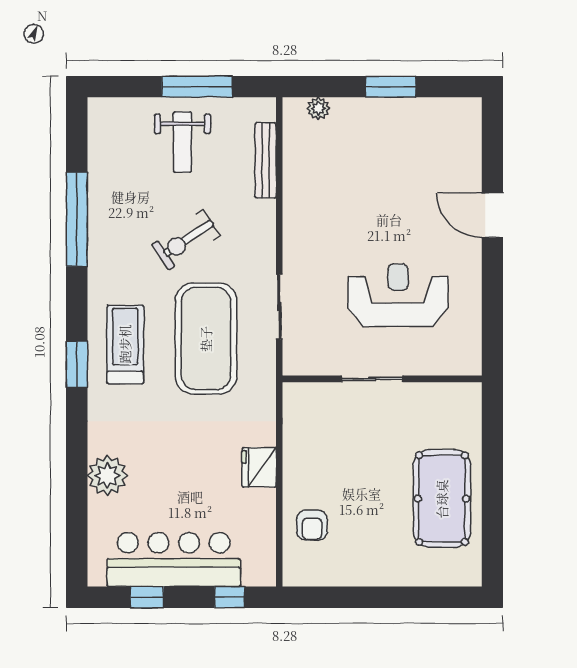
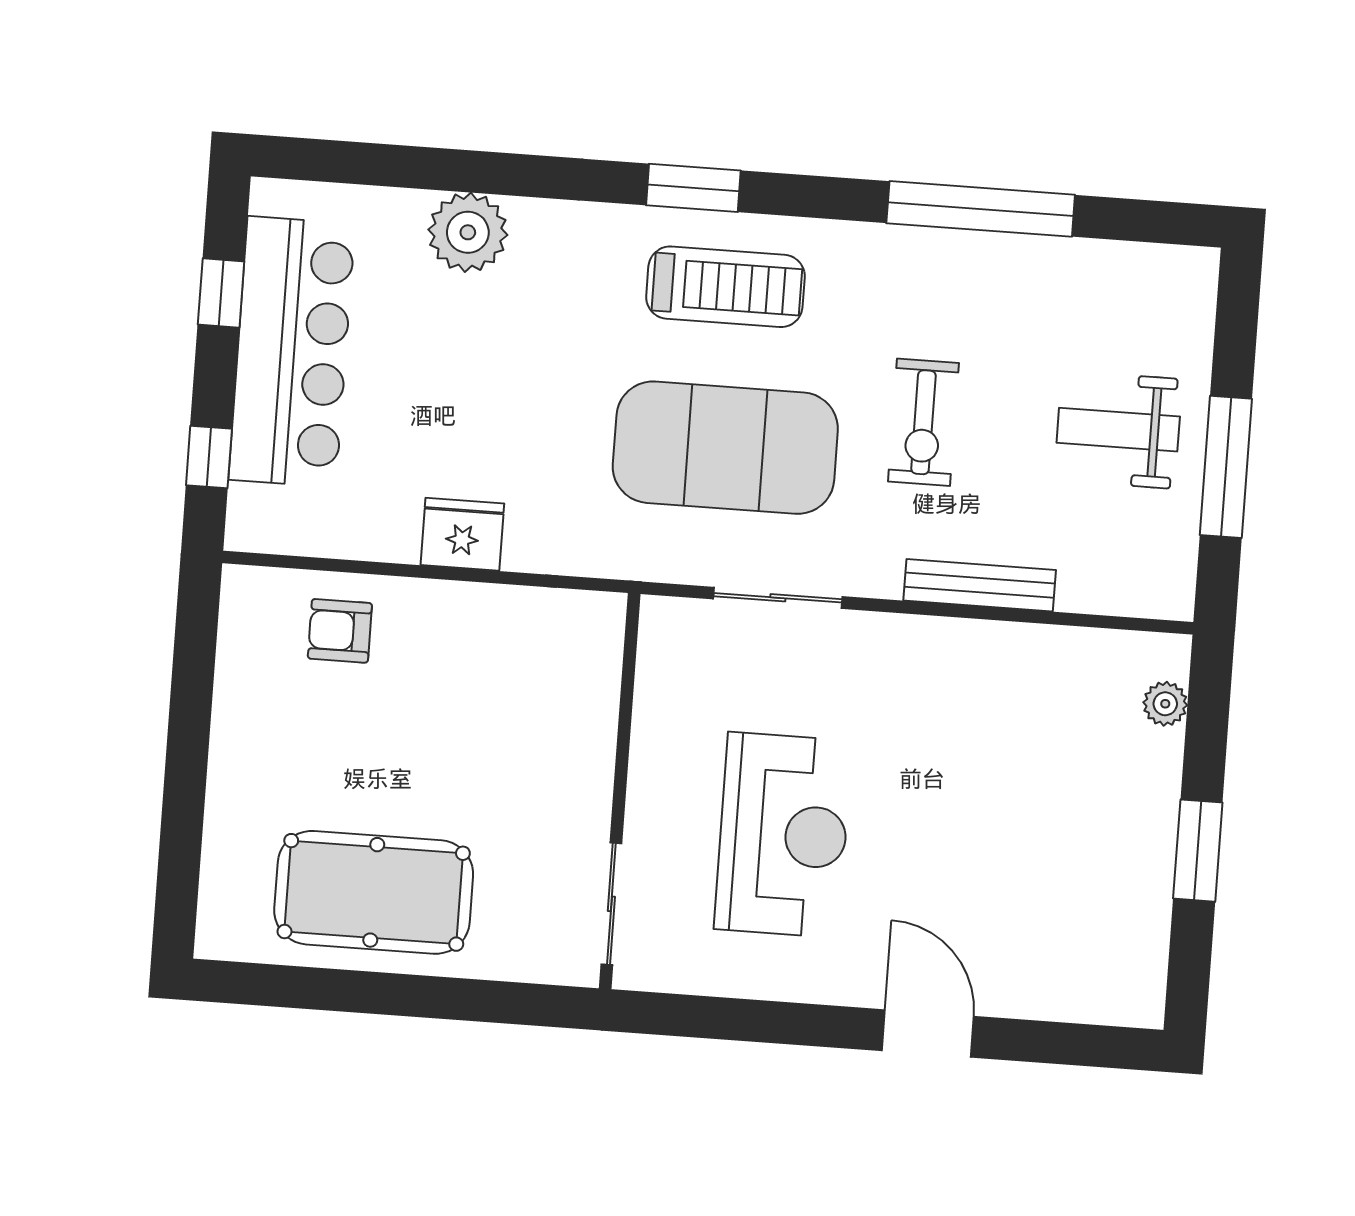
bench: (266, 160) -> (980, 585), moved
door: (492, 215) -> (928, 1034), hinge flipped
exercise bike: (186, 240) -> (923, 422), turned -146
sliding door: (372, 379) -> (611, 904), moved

